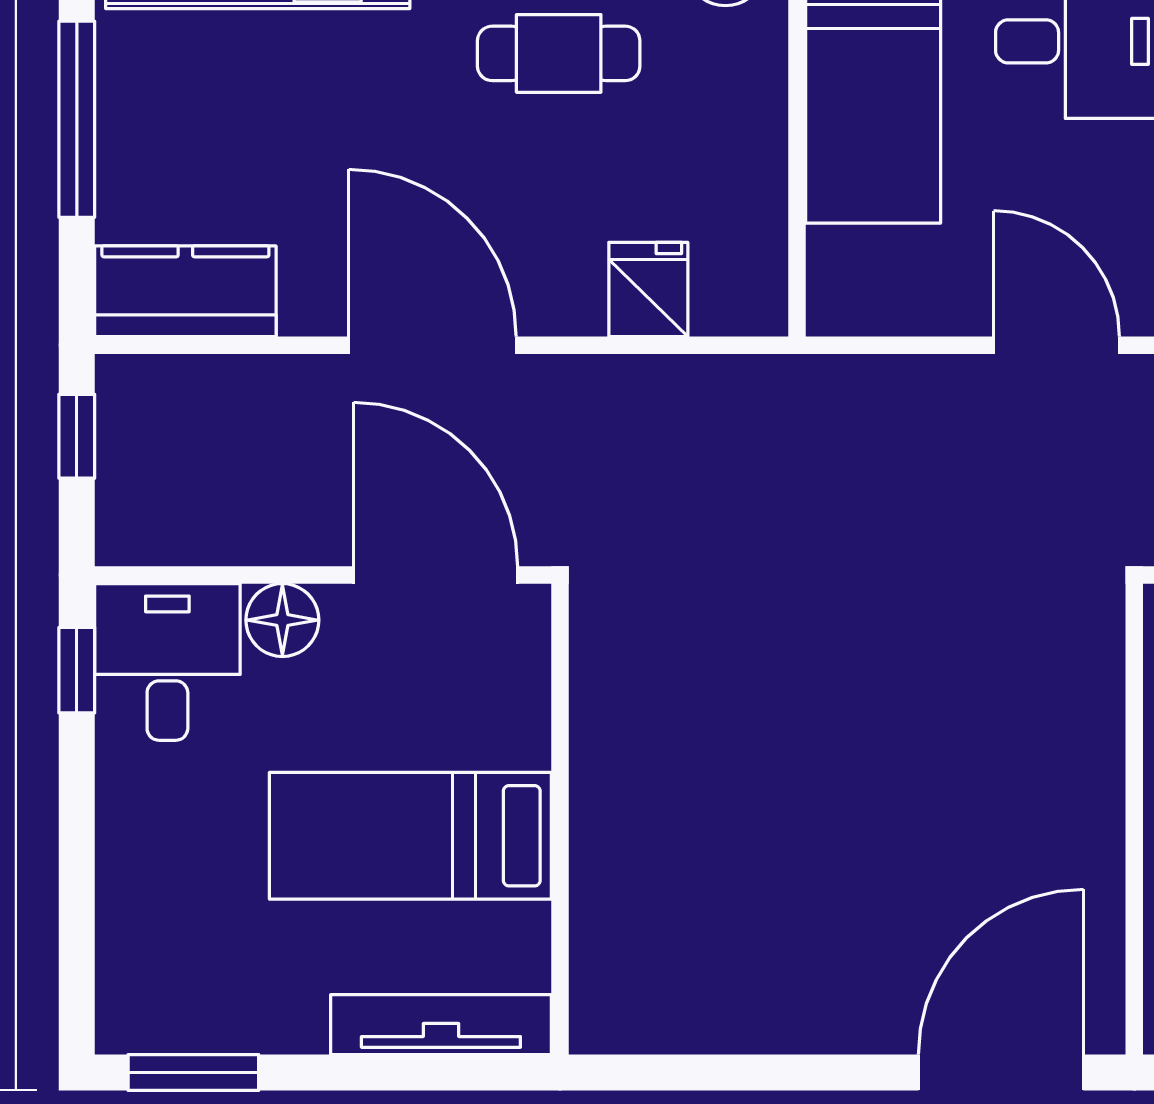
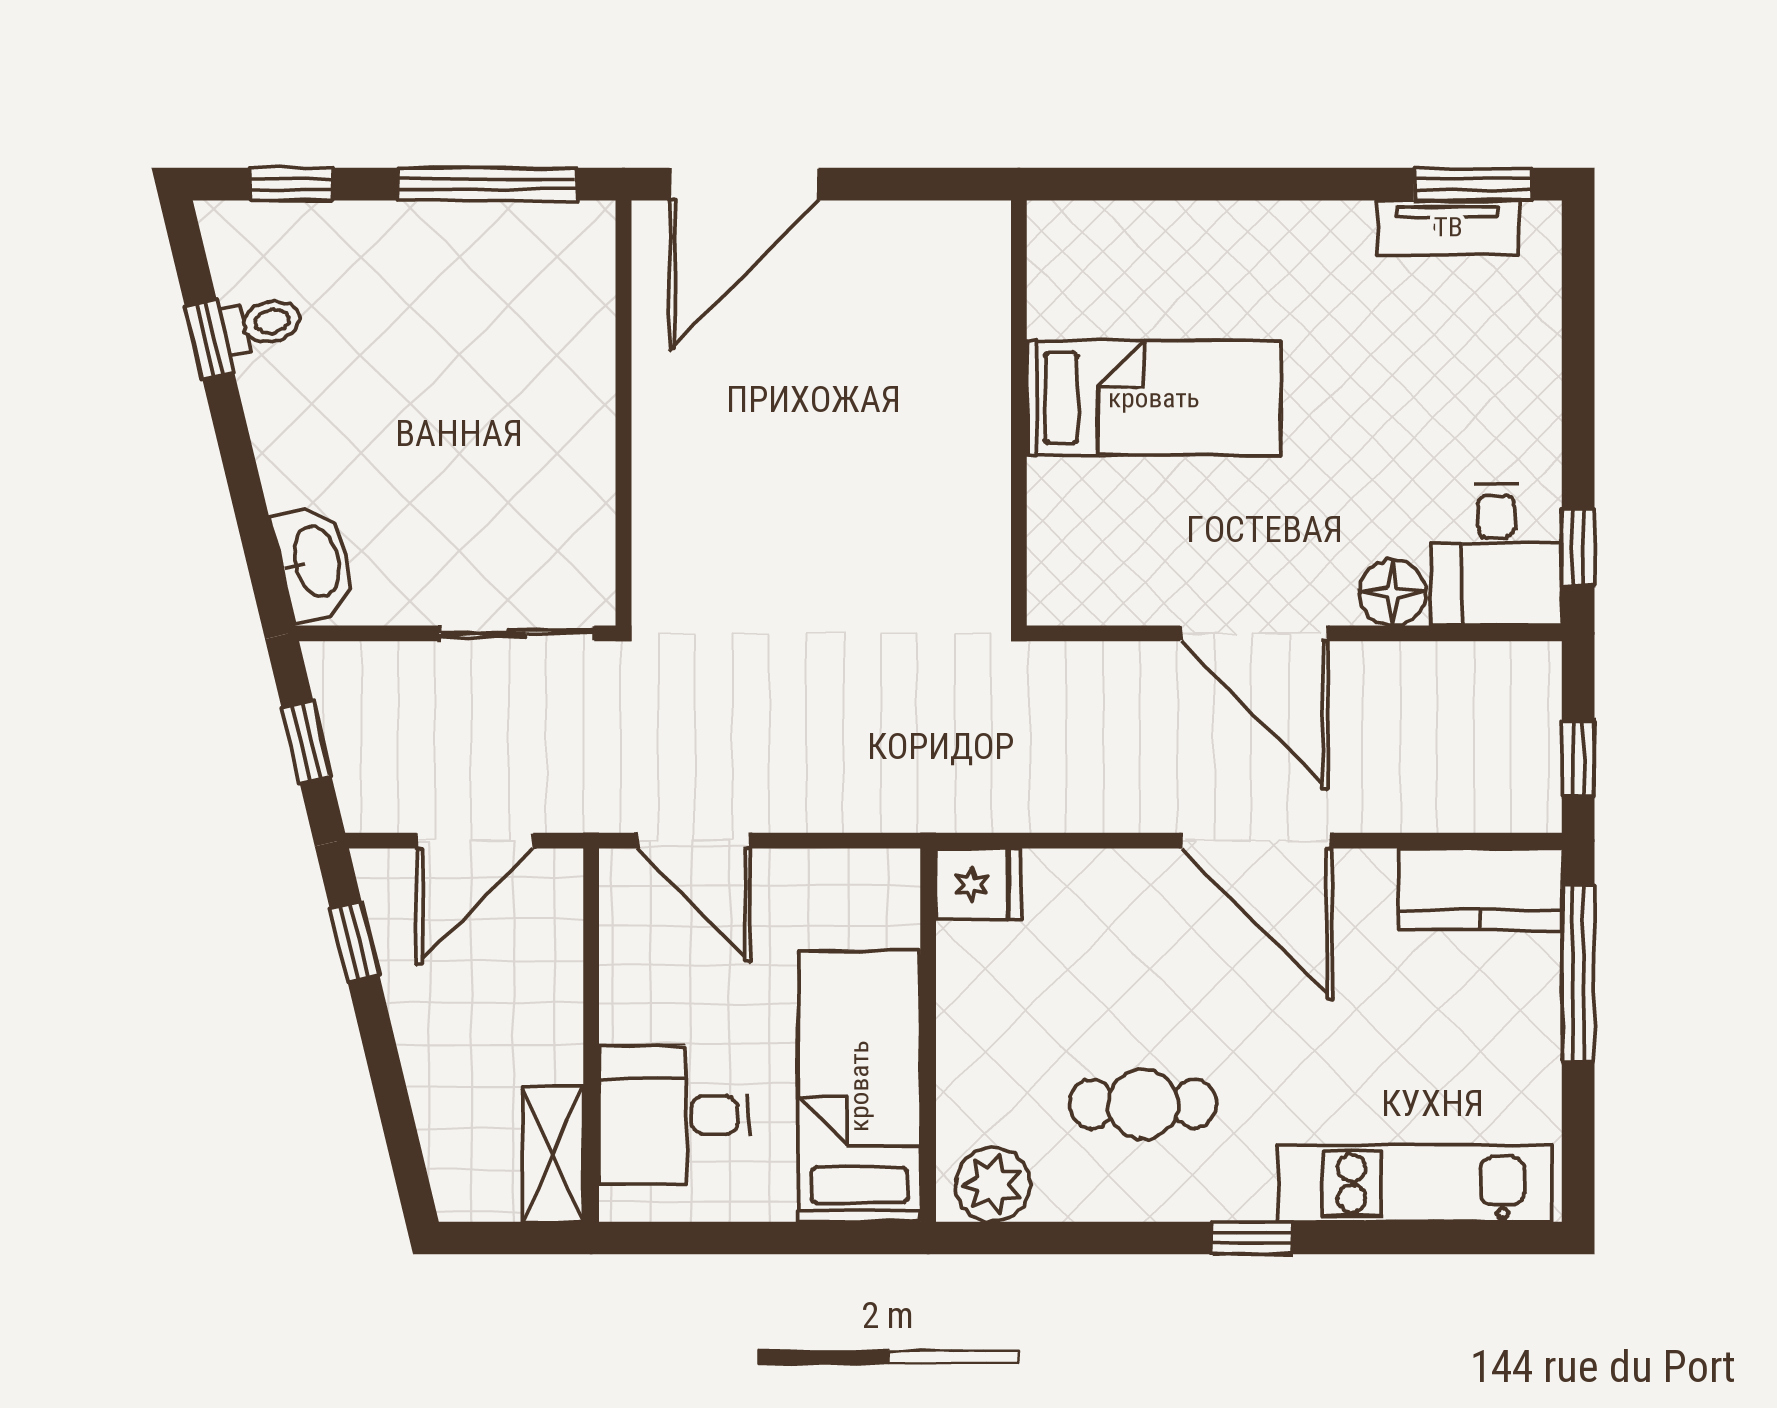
window: (77, 119) -> (1578, 973), moved
fridge: (648, 289) -> (978, 884), moved, turned -90
wall: (560, 819) -> (1019, 413), moved
bed: (410, 836) -> (1154, 398), moved
tv unit: (441, 1025) -> (1448, 227), moved, width x0.71

